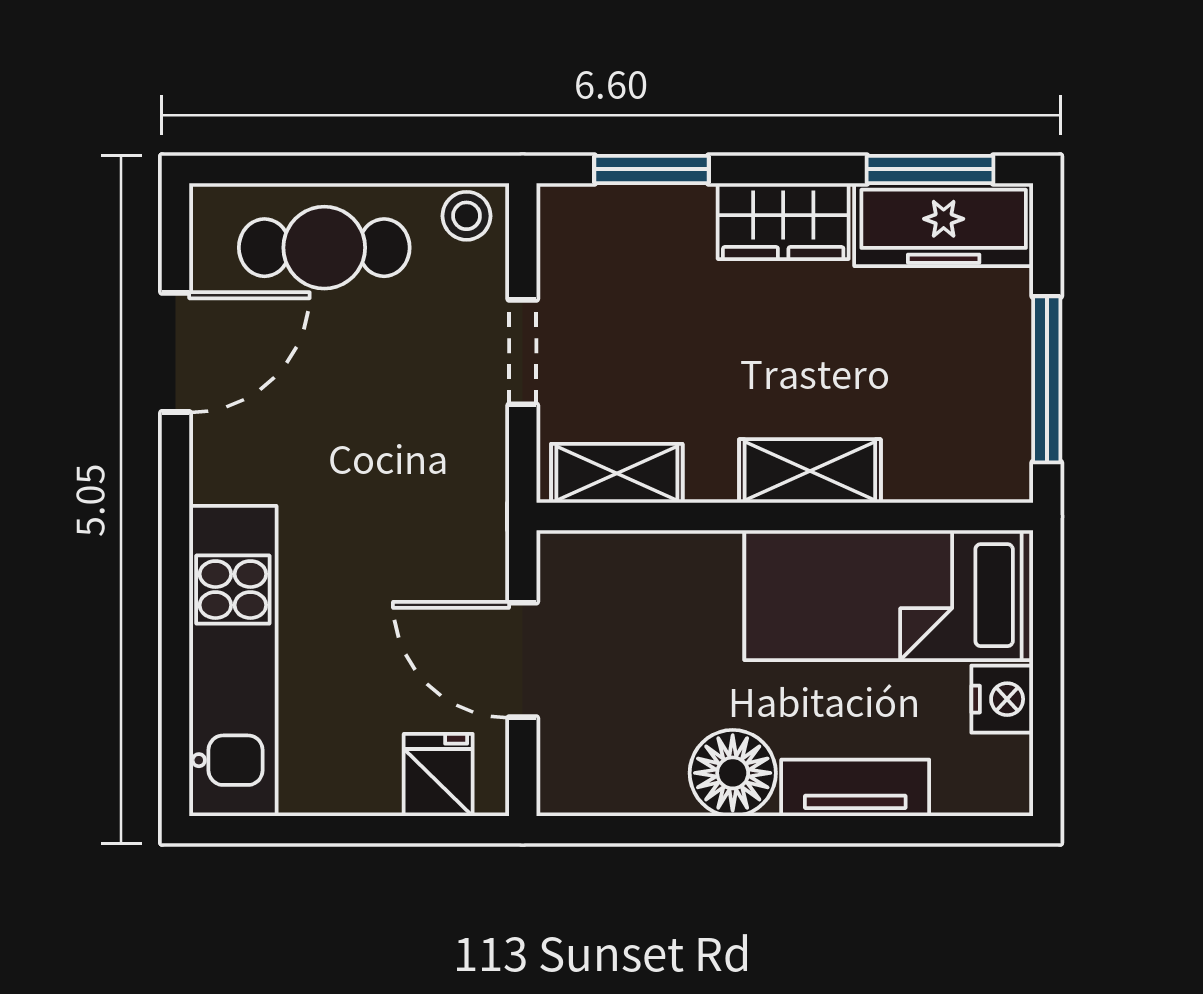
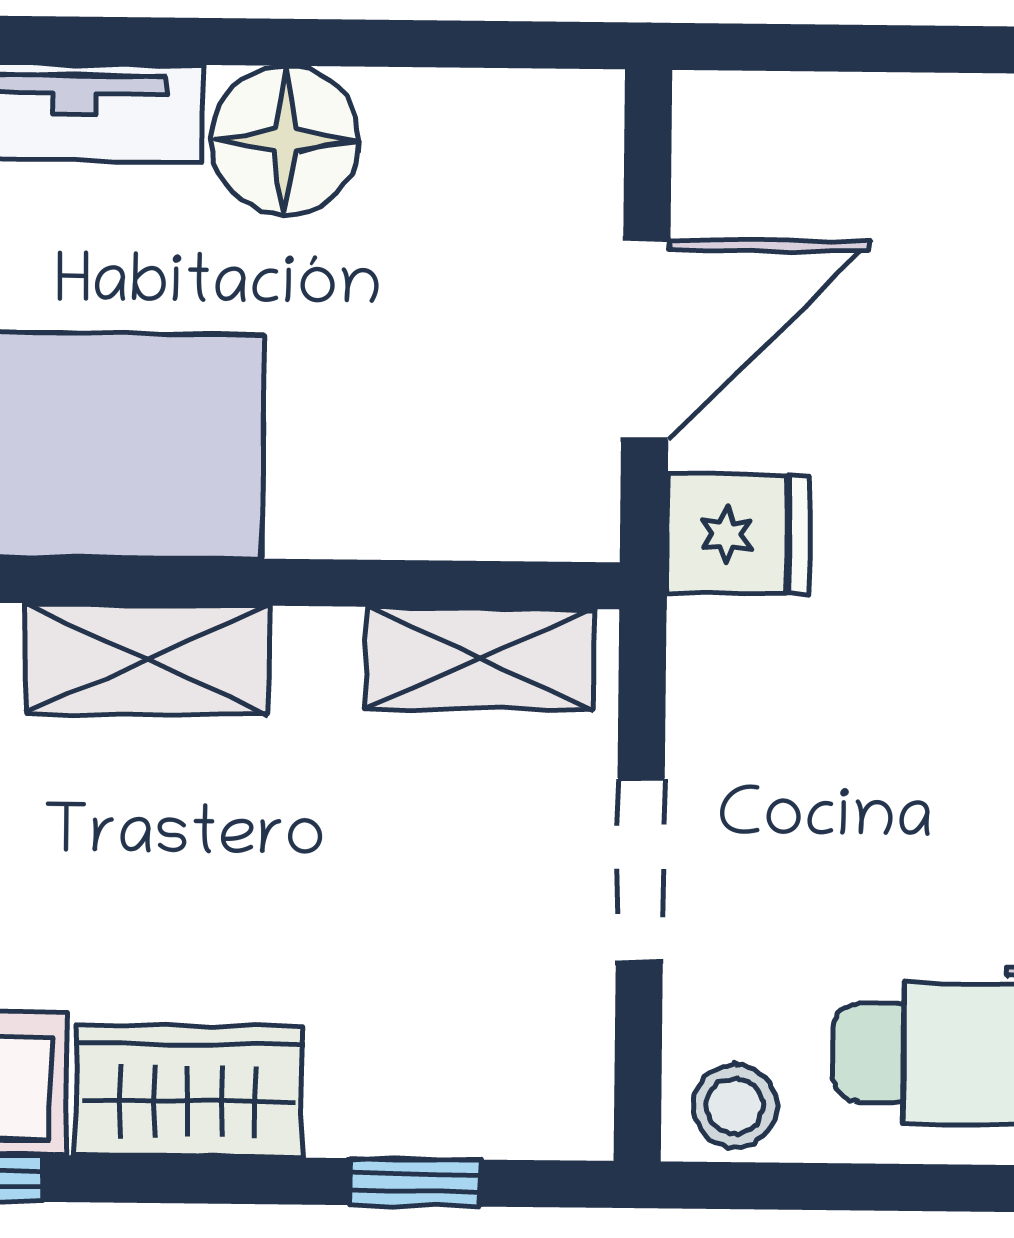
window: (651, 169) -> (415, 1182), width x0.67
door: (523, 660) -> (646, 339), hinge flipped
fridge: (438, 775) -> (738, 534), moved, turned -90

